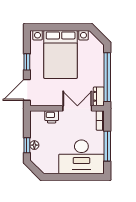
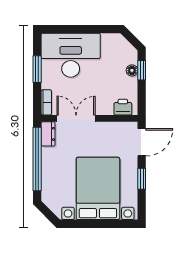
double door: (77, 108) -> (76, 118), swing flipped
printer: (52, 117) -> (123, 107), moved
window: (107, 146) -> (37, 69), width x0.69

